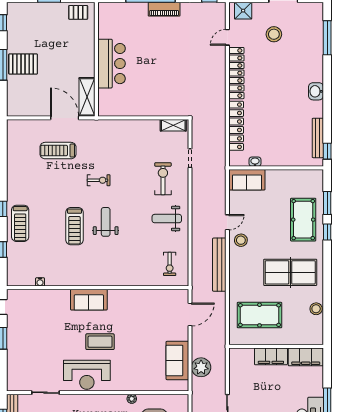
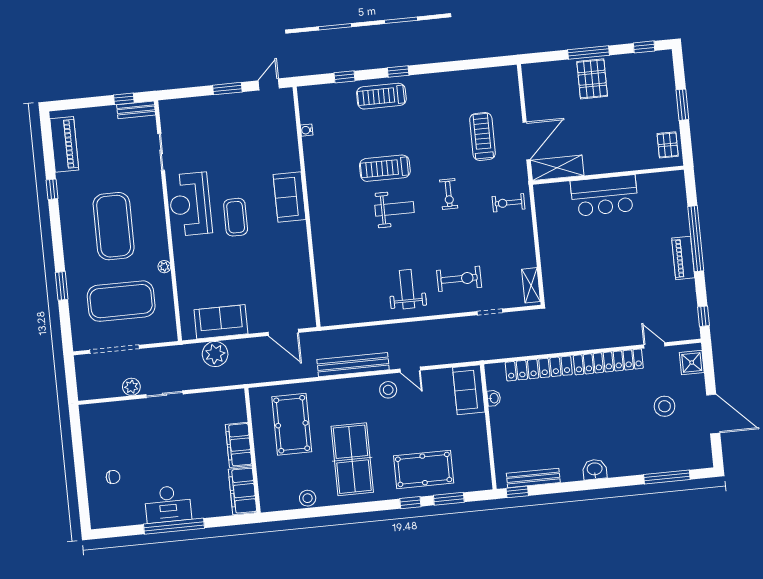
exercise bike: (170, 264) -> (509, 203), moved

